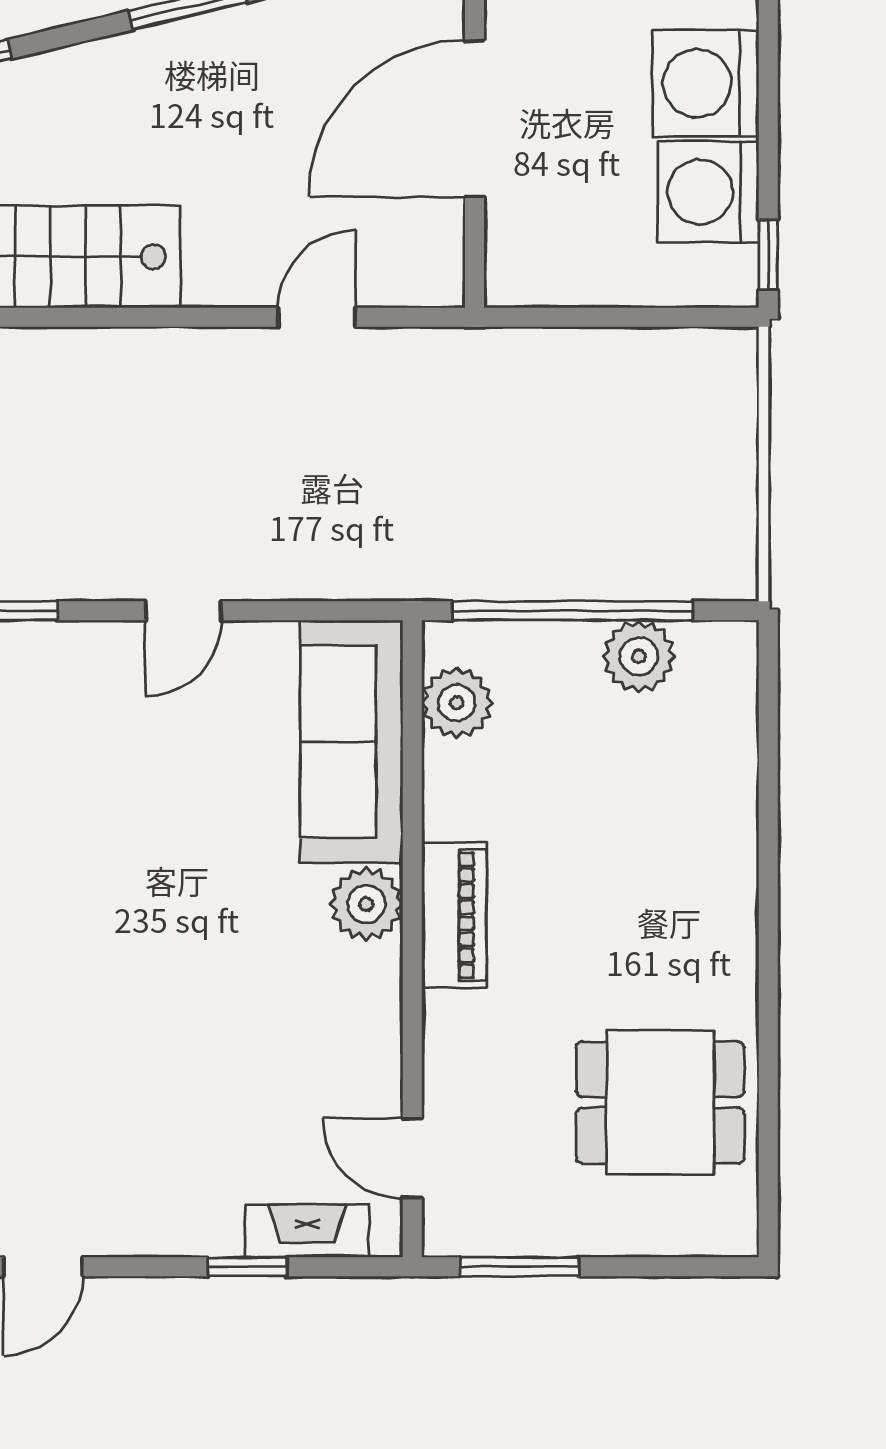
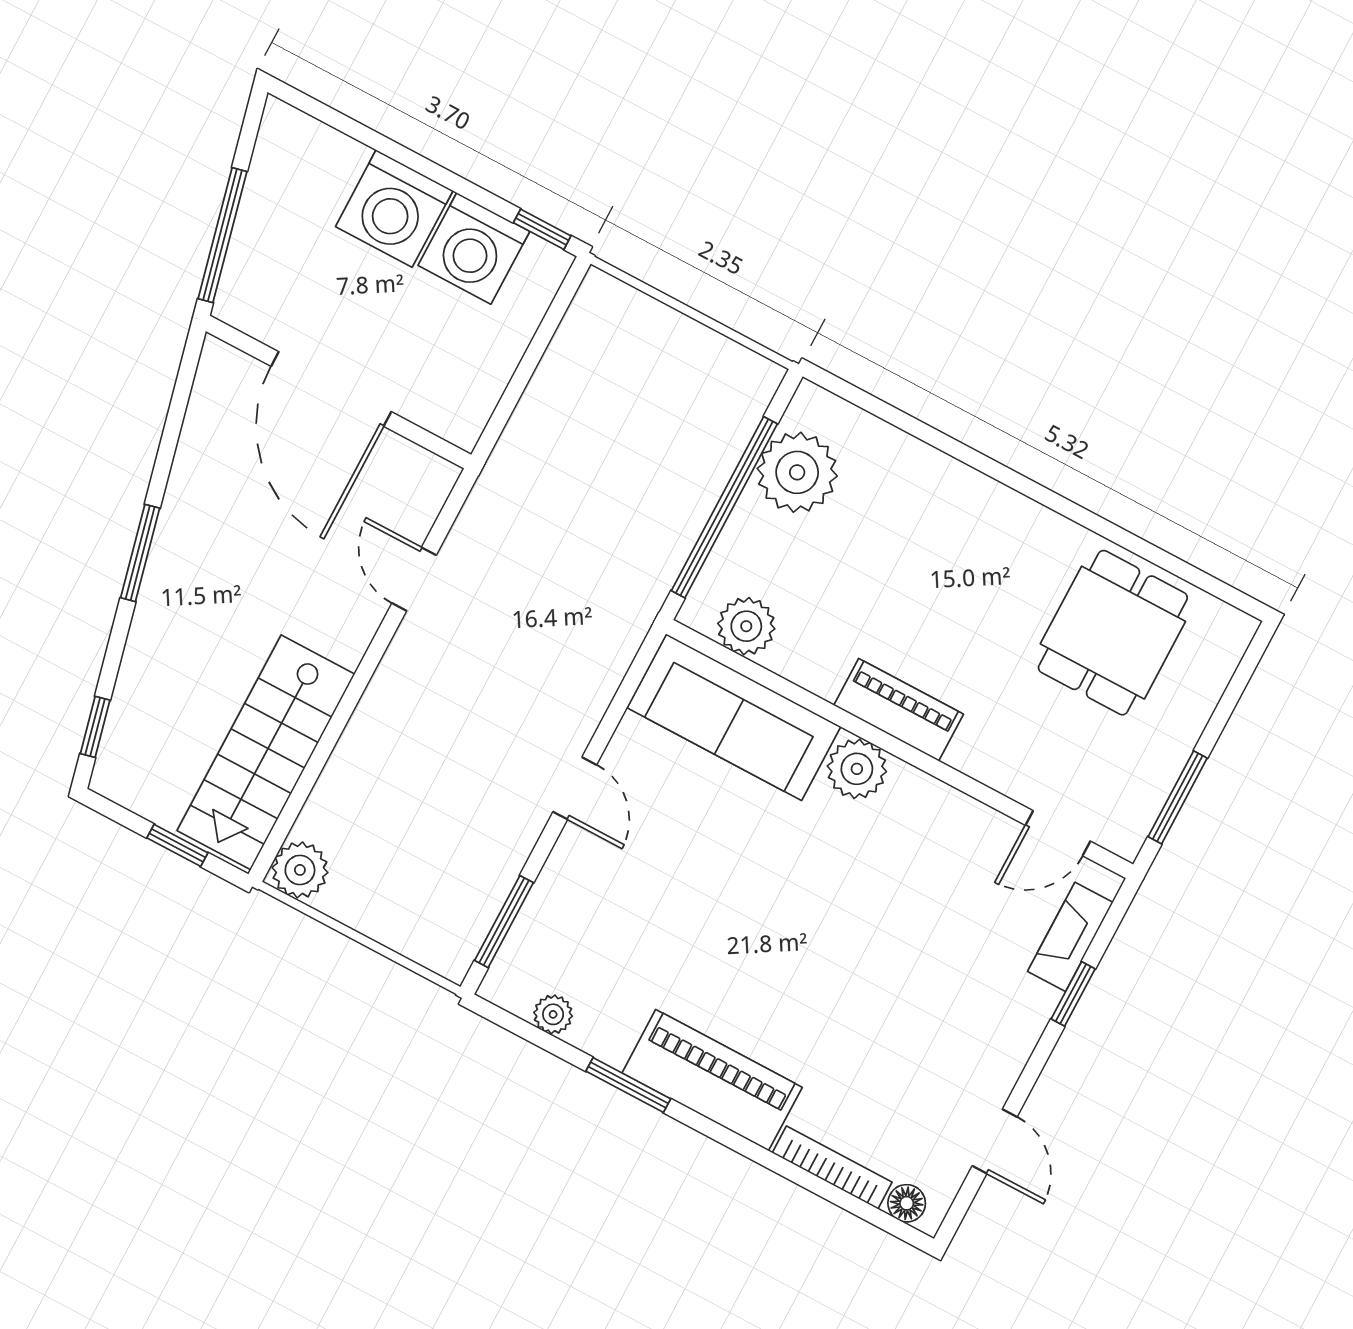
plant: (639, 656) -> (797, 472), width x1.36, depth x1.36

